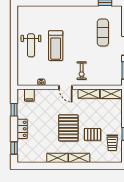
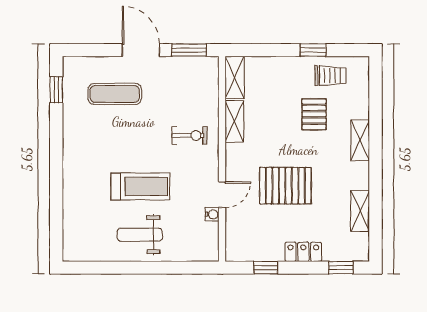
weight bench: (31, 45) -> (140, 235), turned 180
door: (66, 87) -> (222, 195), moved
filing cabinet: (29, 95) -> (237, 238), removed
pallet: (68, 128) -> (285, 186), moved
shelving: (57, 158) -> (360, 211), moved

